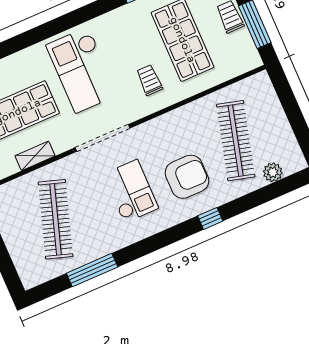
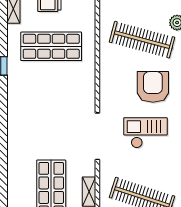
checkout: (82, 70) -> (41, 130), removed
trolley: (149, 80) -> (70, 83), removed

